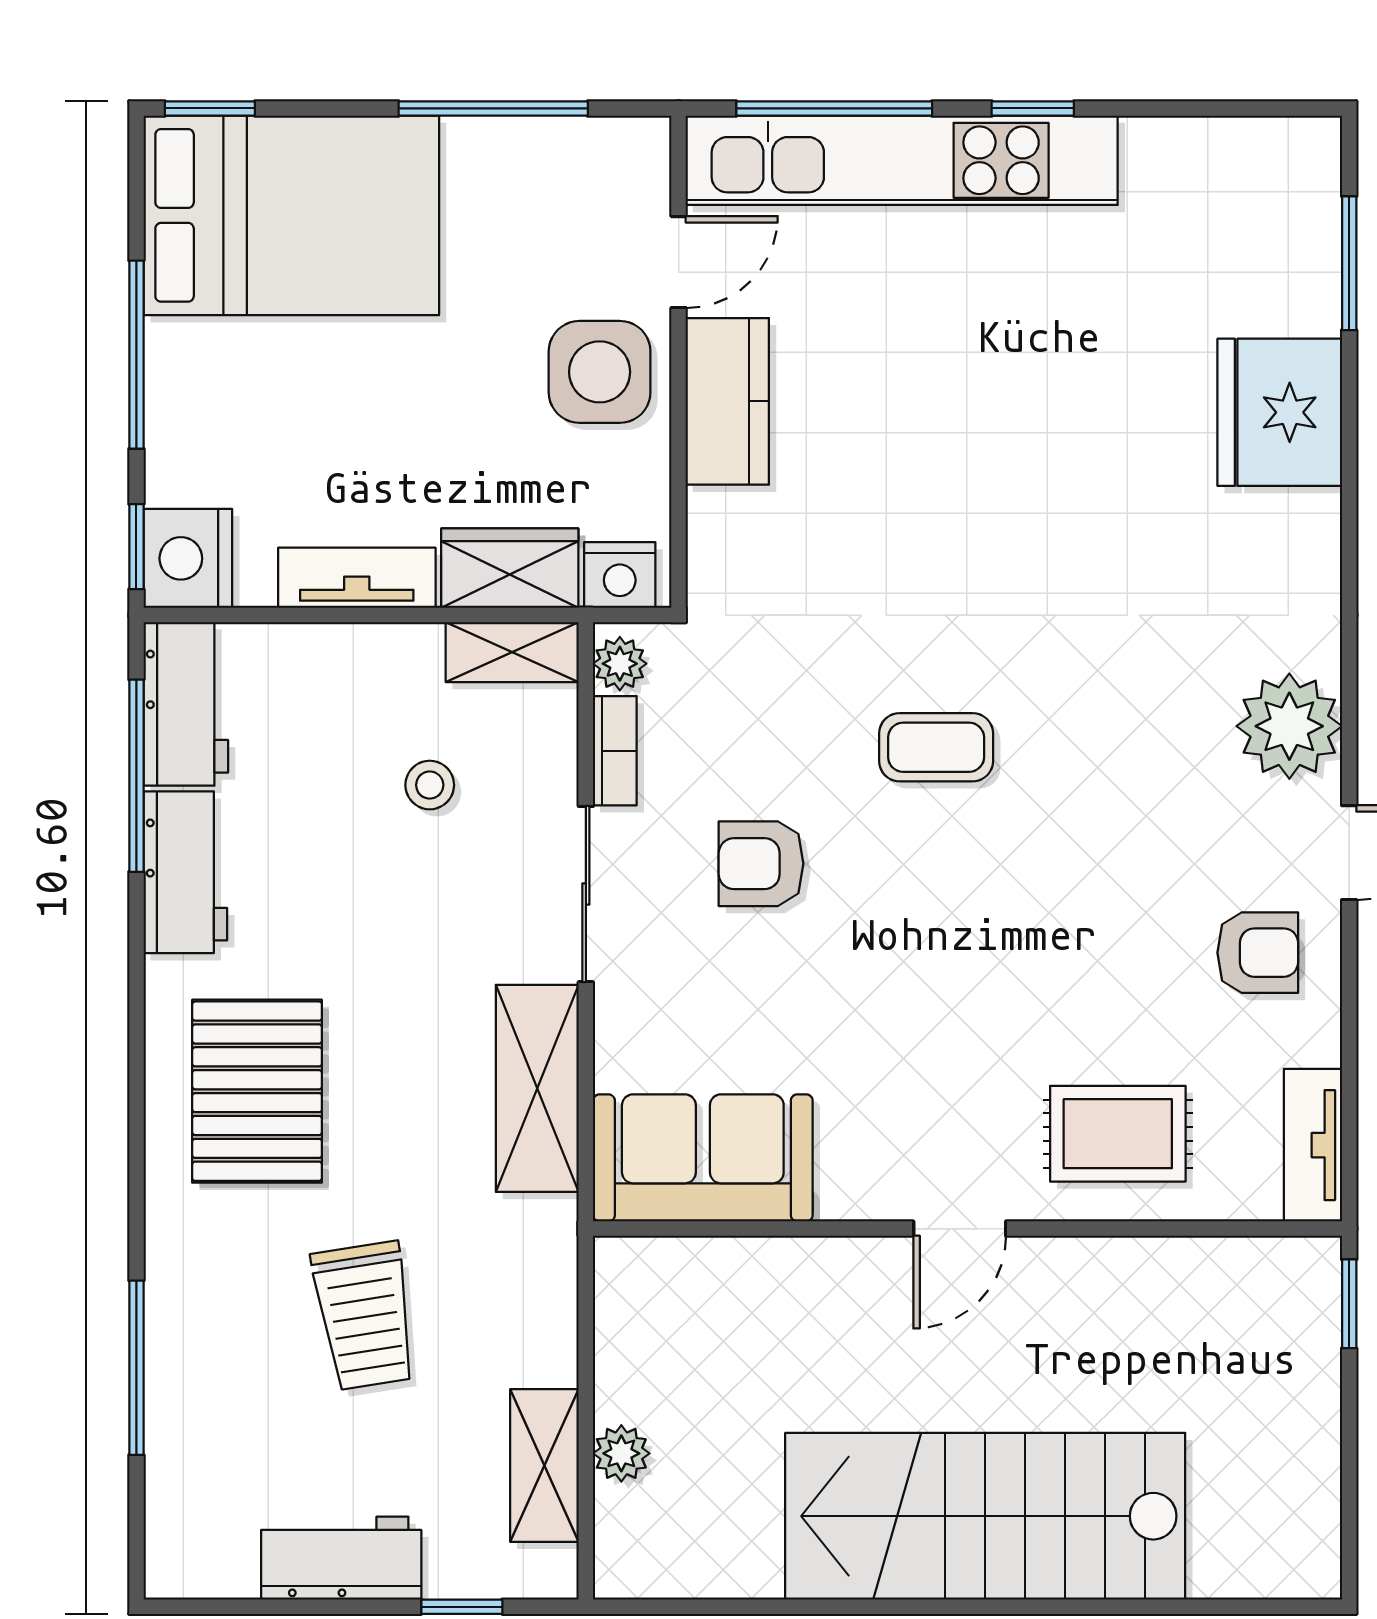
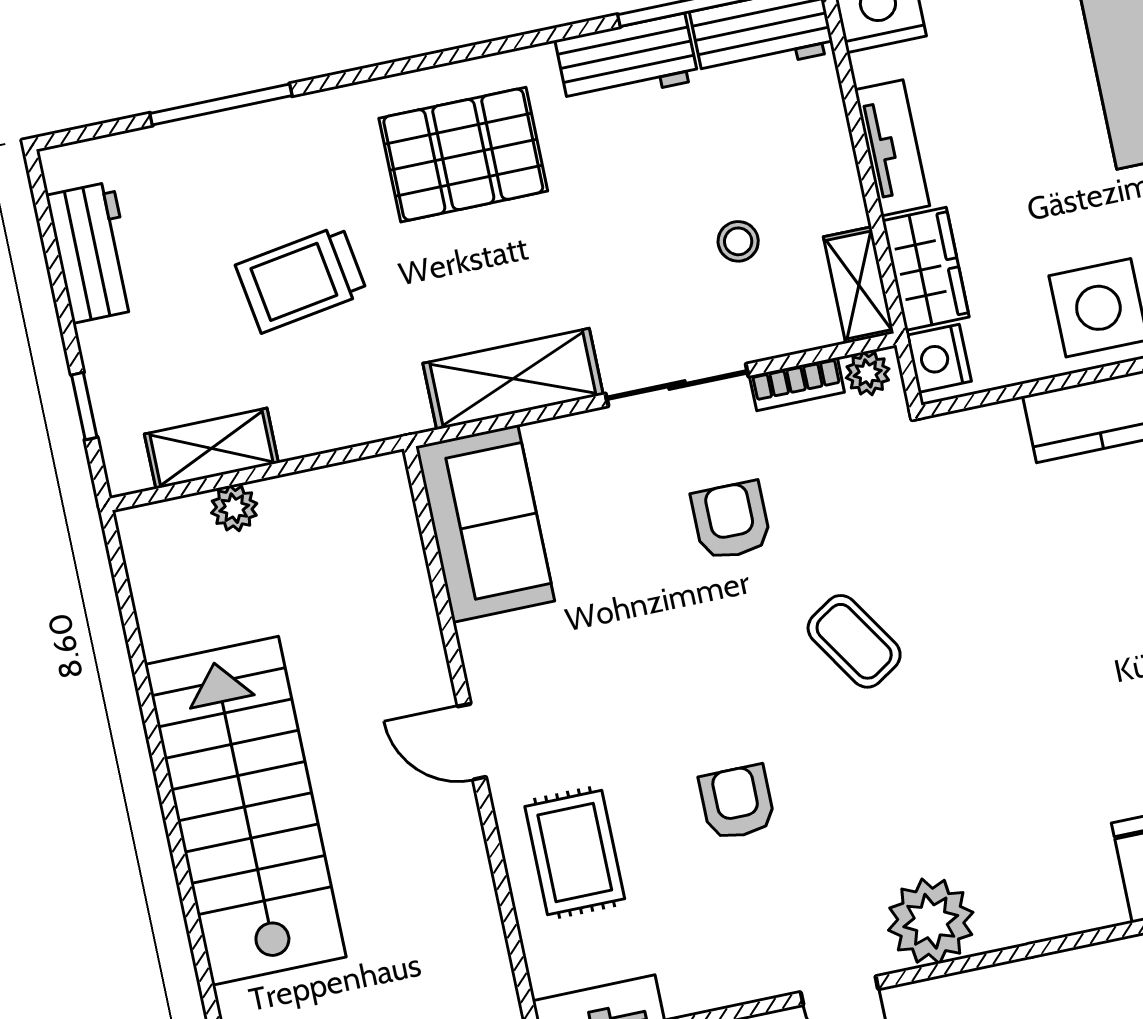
coffee table: (936, 747) -> (854, 641), turned -33
armchair: (1258, 953) -> (737, 802), moved, turned 180
workbench: (341, 1558) -> (93, 252), moved

